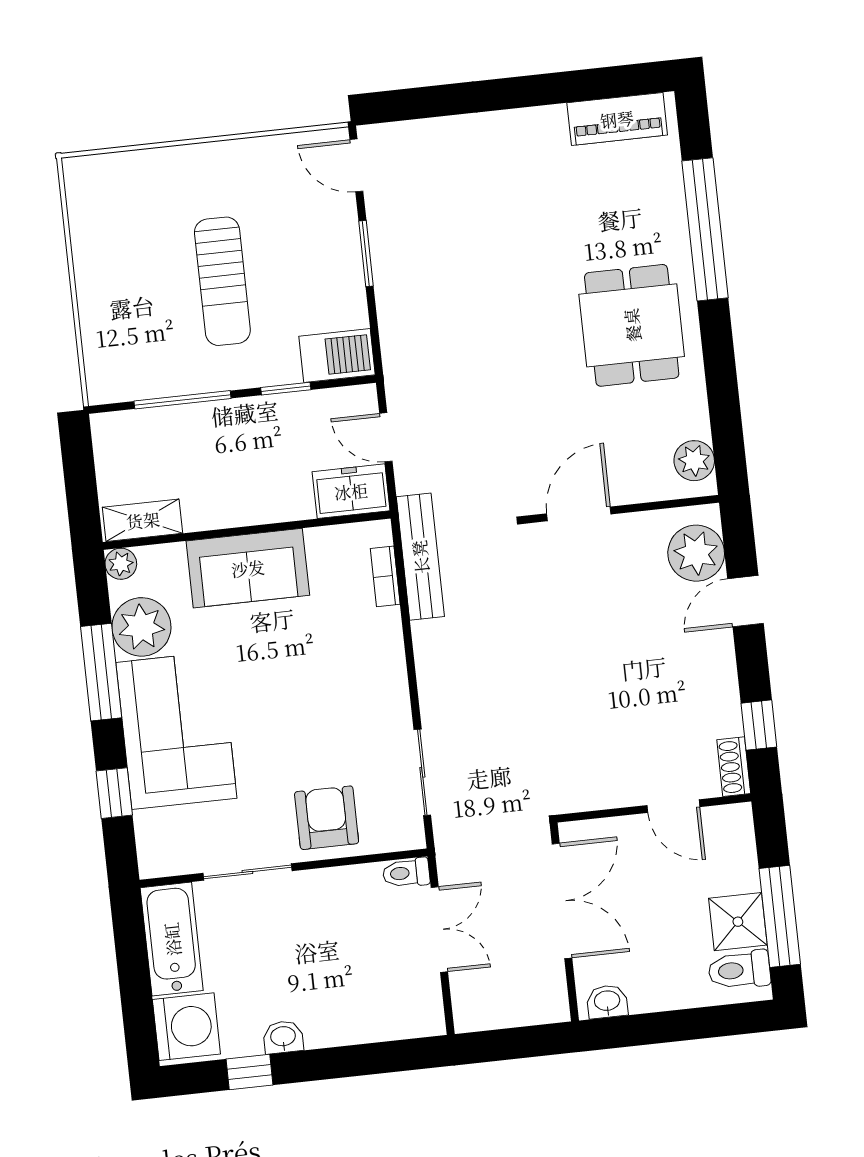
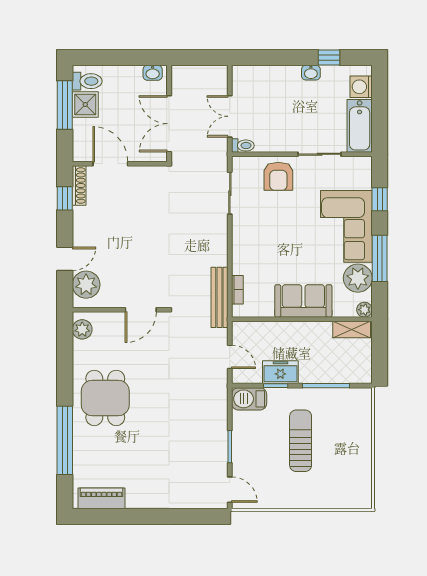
freezer: (351, 491) -> (280, 372), moved, turned 180
shoe rack: (734, 767) -> (79, 186), width x1.43
door: (673, 806) -> (110, 164), width x1.38
washing machine: (186, 1027) -> (361, 87), width x0.73, depth x0.73

